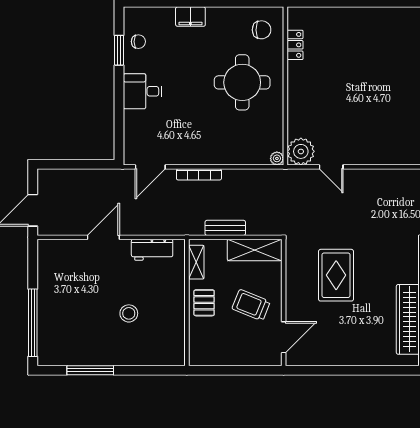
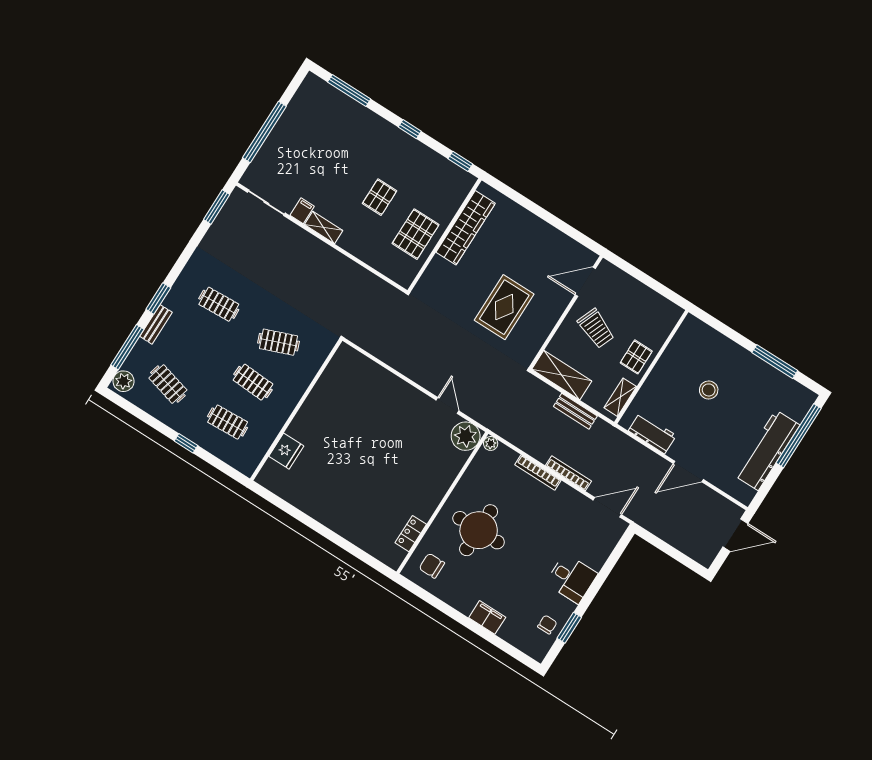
chair: (138, 42) -> (547, 625), turned 90
bookcase: (224, 159) -> (538, 472), added
workbench: (51, 295) -> (767, 450), added

